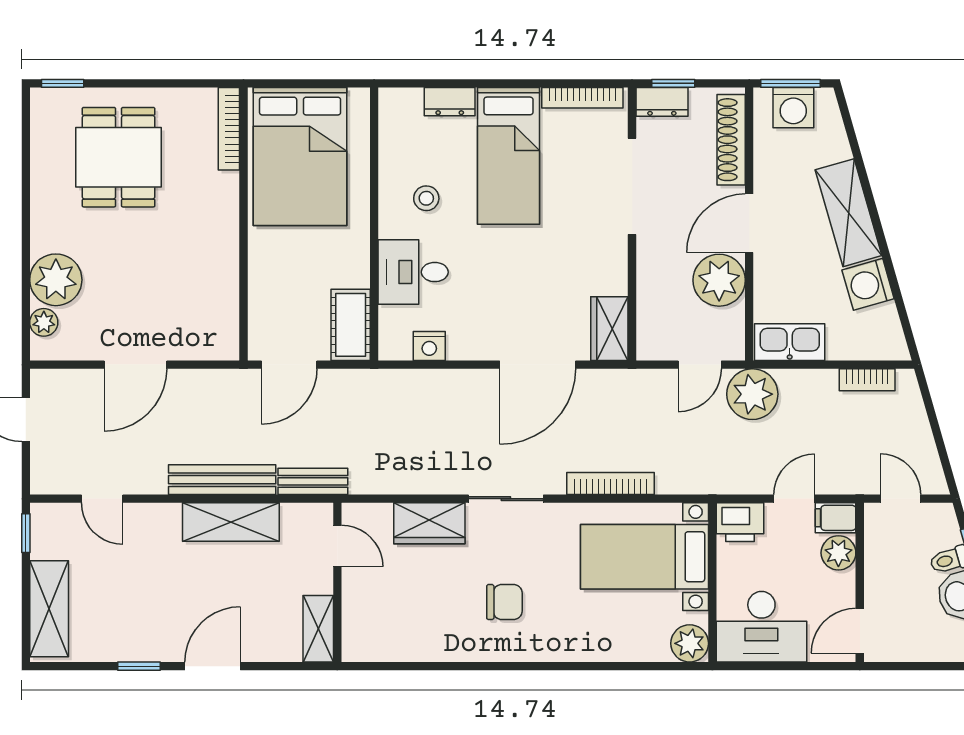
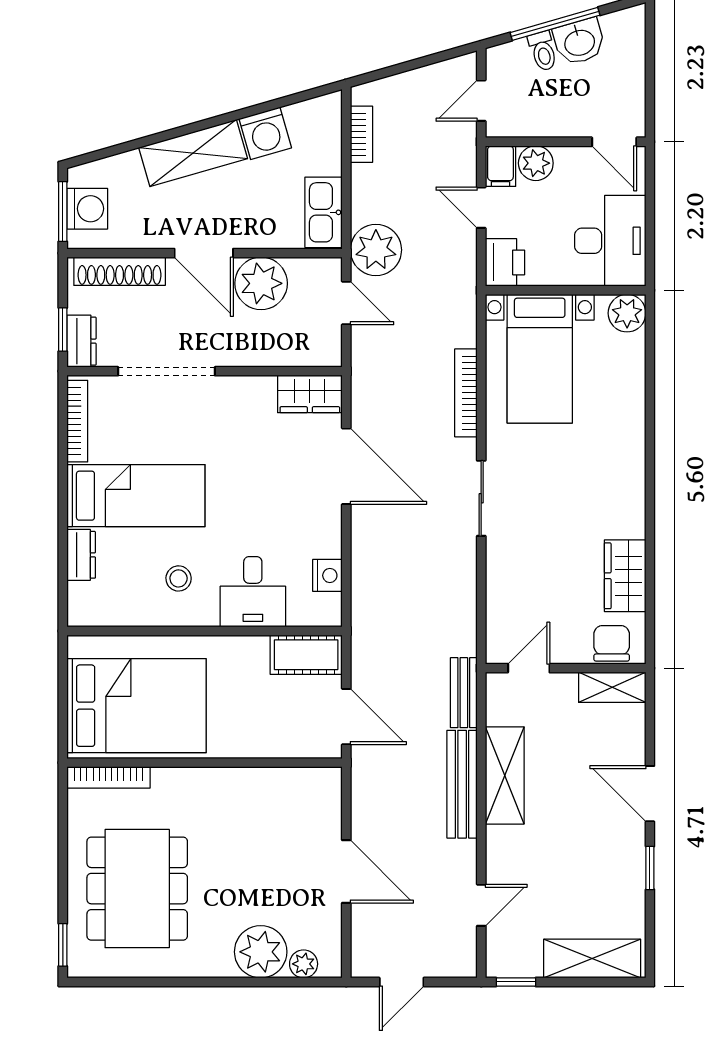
dining table: (119, 157) -> (137, 889), width x1.38
wardrobe: (429, 523) -> (625, 576), moved, turned 180
chair: (504, 602) -> (612, 643), moved

